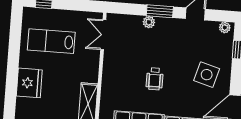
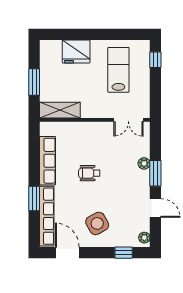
double door: (103, 35) -> (128, 120), swing flipped
side table: (207, 75) -> (97, 223), turned 45

